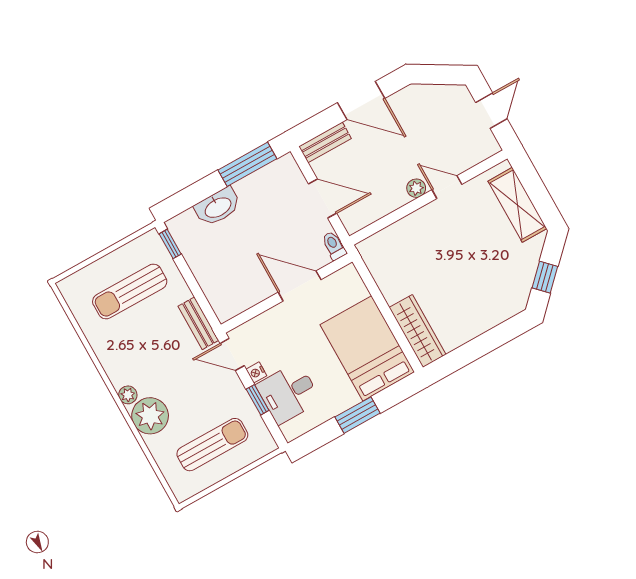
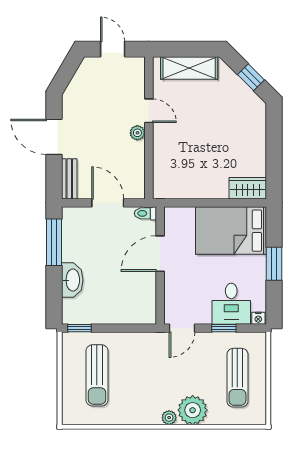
door: (361, 101) -> (54, 137), swing flipped
door: (447, 187) -> (149, 111), swing flipped
door: (323, 199) -> (108, 203), hinge flipped
bench: (198, 323) -> (147, 340), removed
wardrobe: (418, 331) -> (248, 188), width x0.67
nightstand: (256, 372) -> (258, 318), moved
sun lounger: (212, 445) -> (237, 378), turned 180

